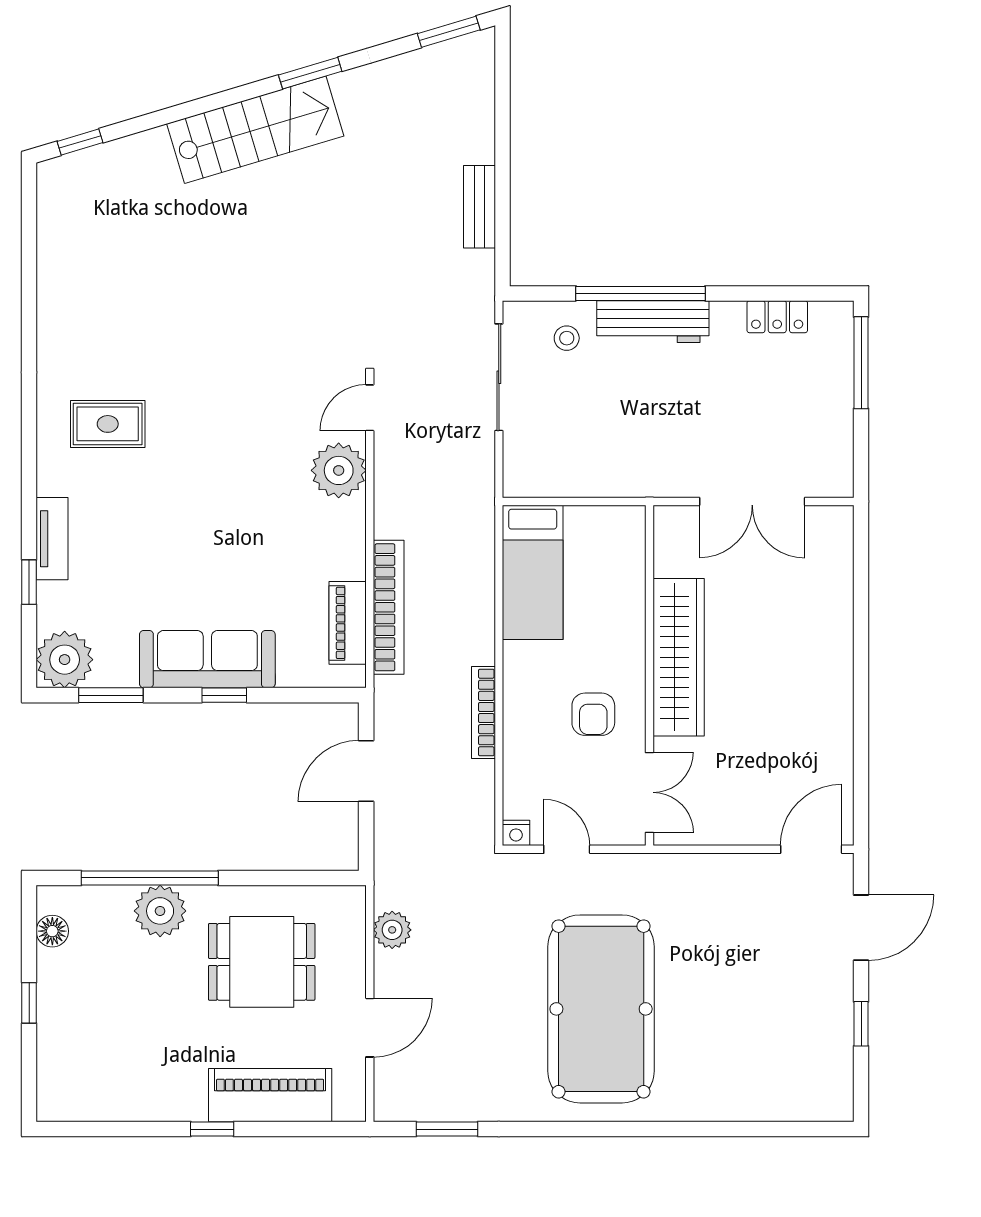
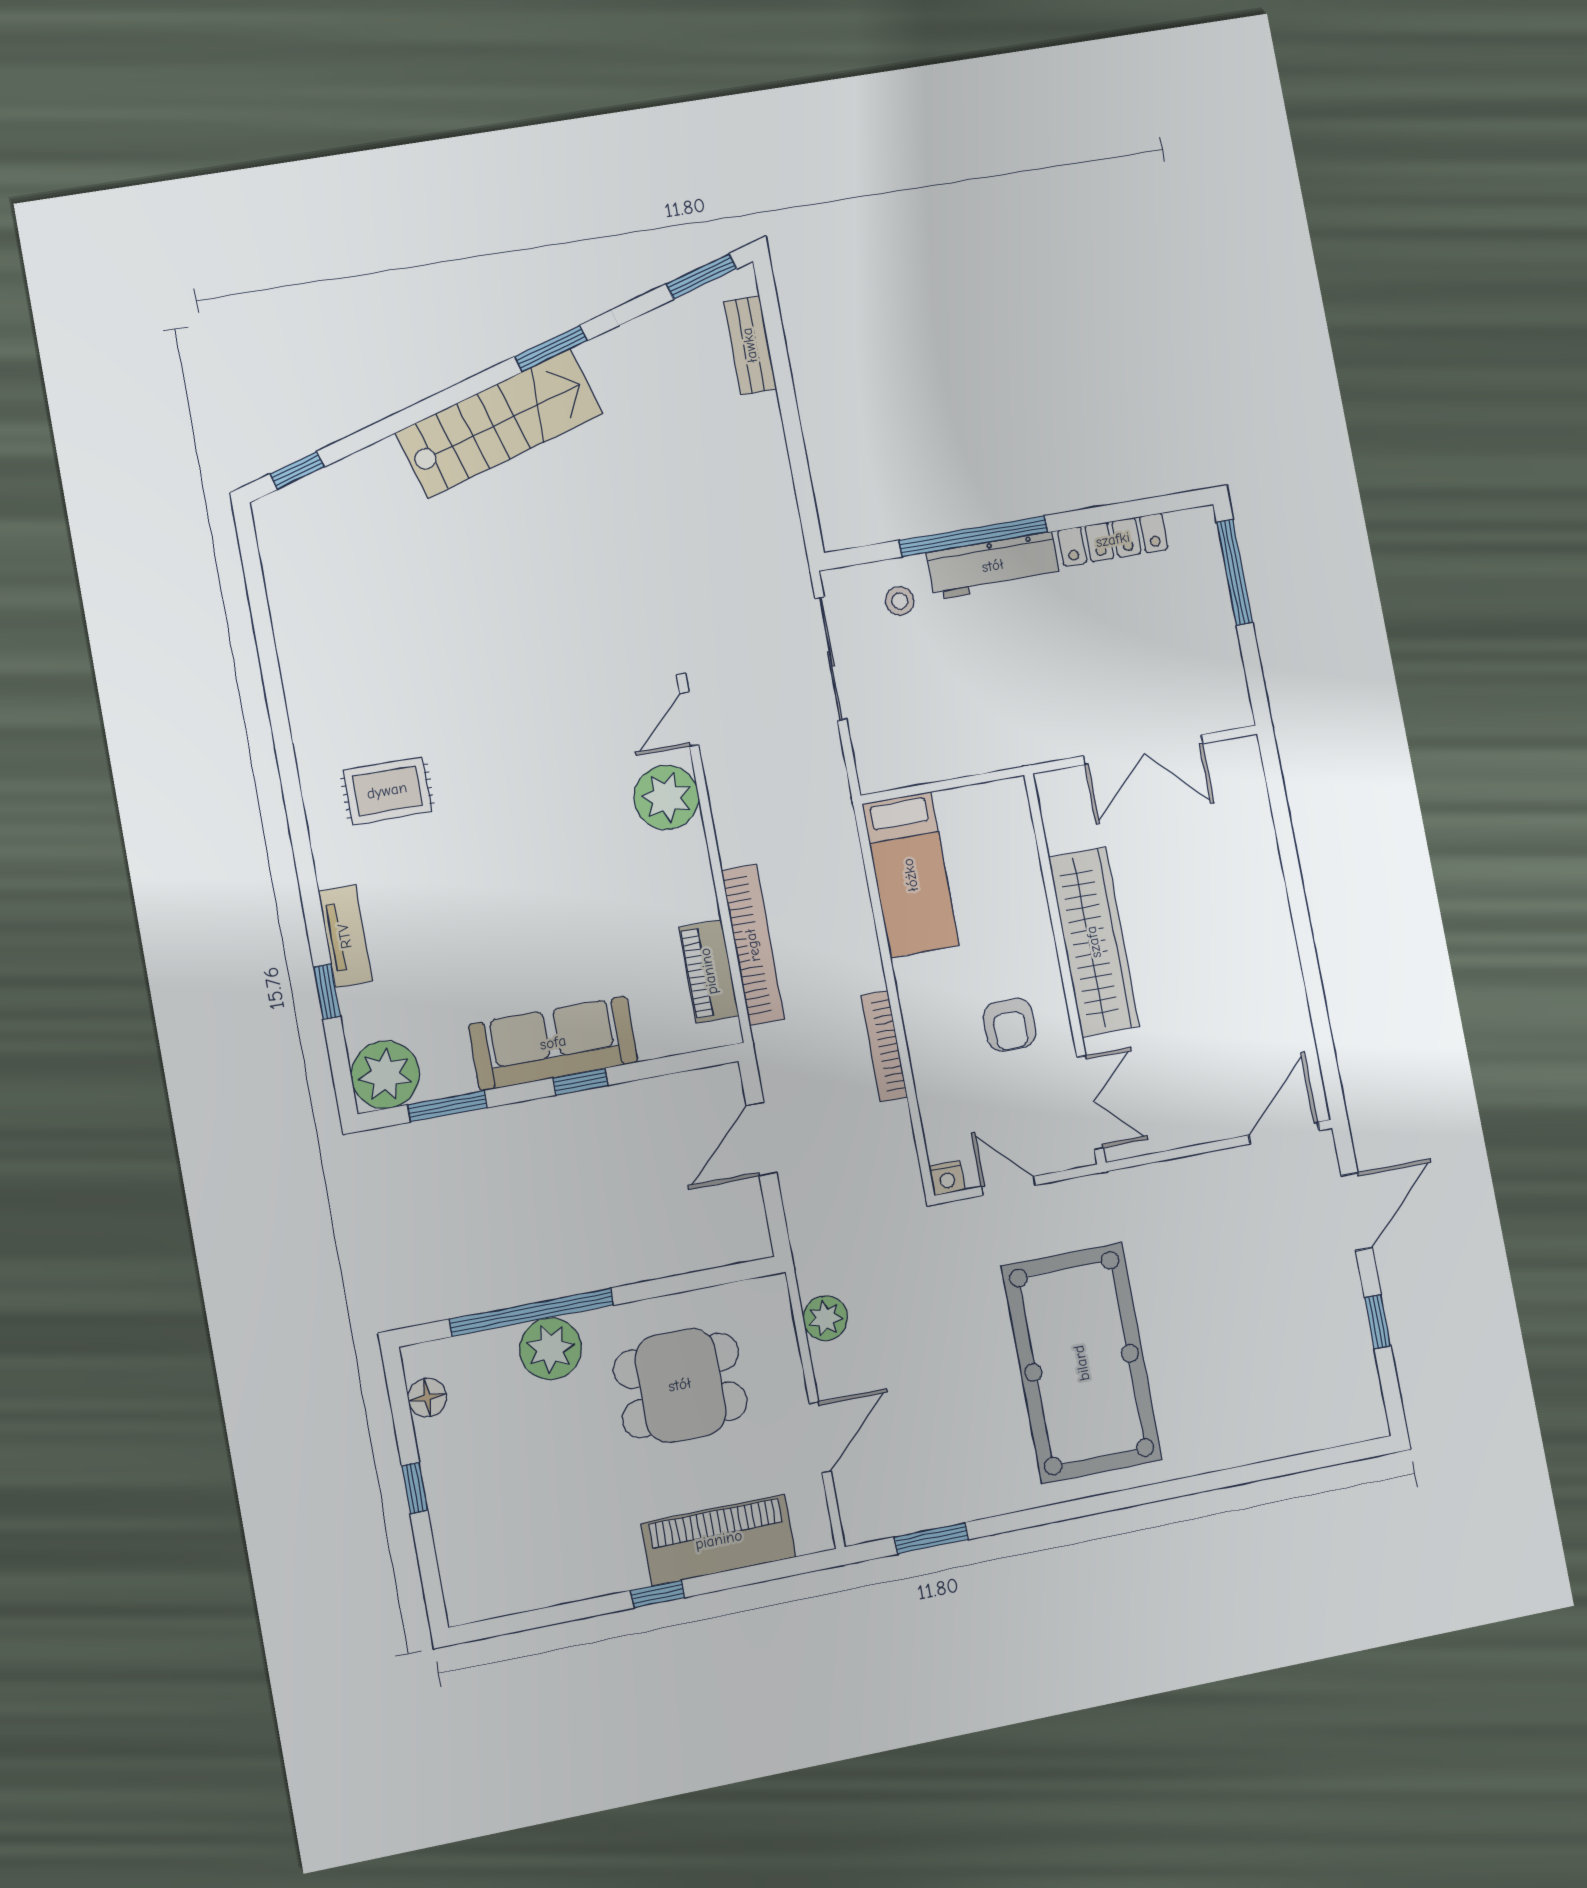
bench: (479, 207) -> (750, 345), moved
locker: (777, 317) -> (1113, 540), width x1.53

